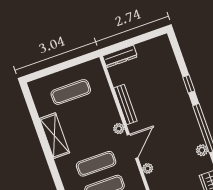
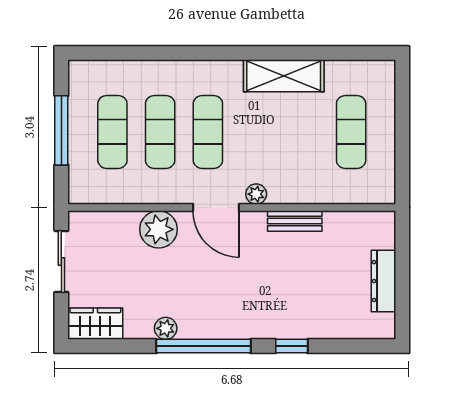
dresser: (120, 56) -> (383, 281), moved
bench: (125, 104) -> (295, 221), width x0.73
plant: (148, 168) -> (159, 229), width x1.87, depth x1.87

